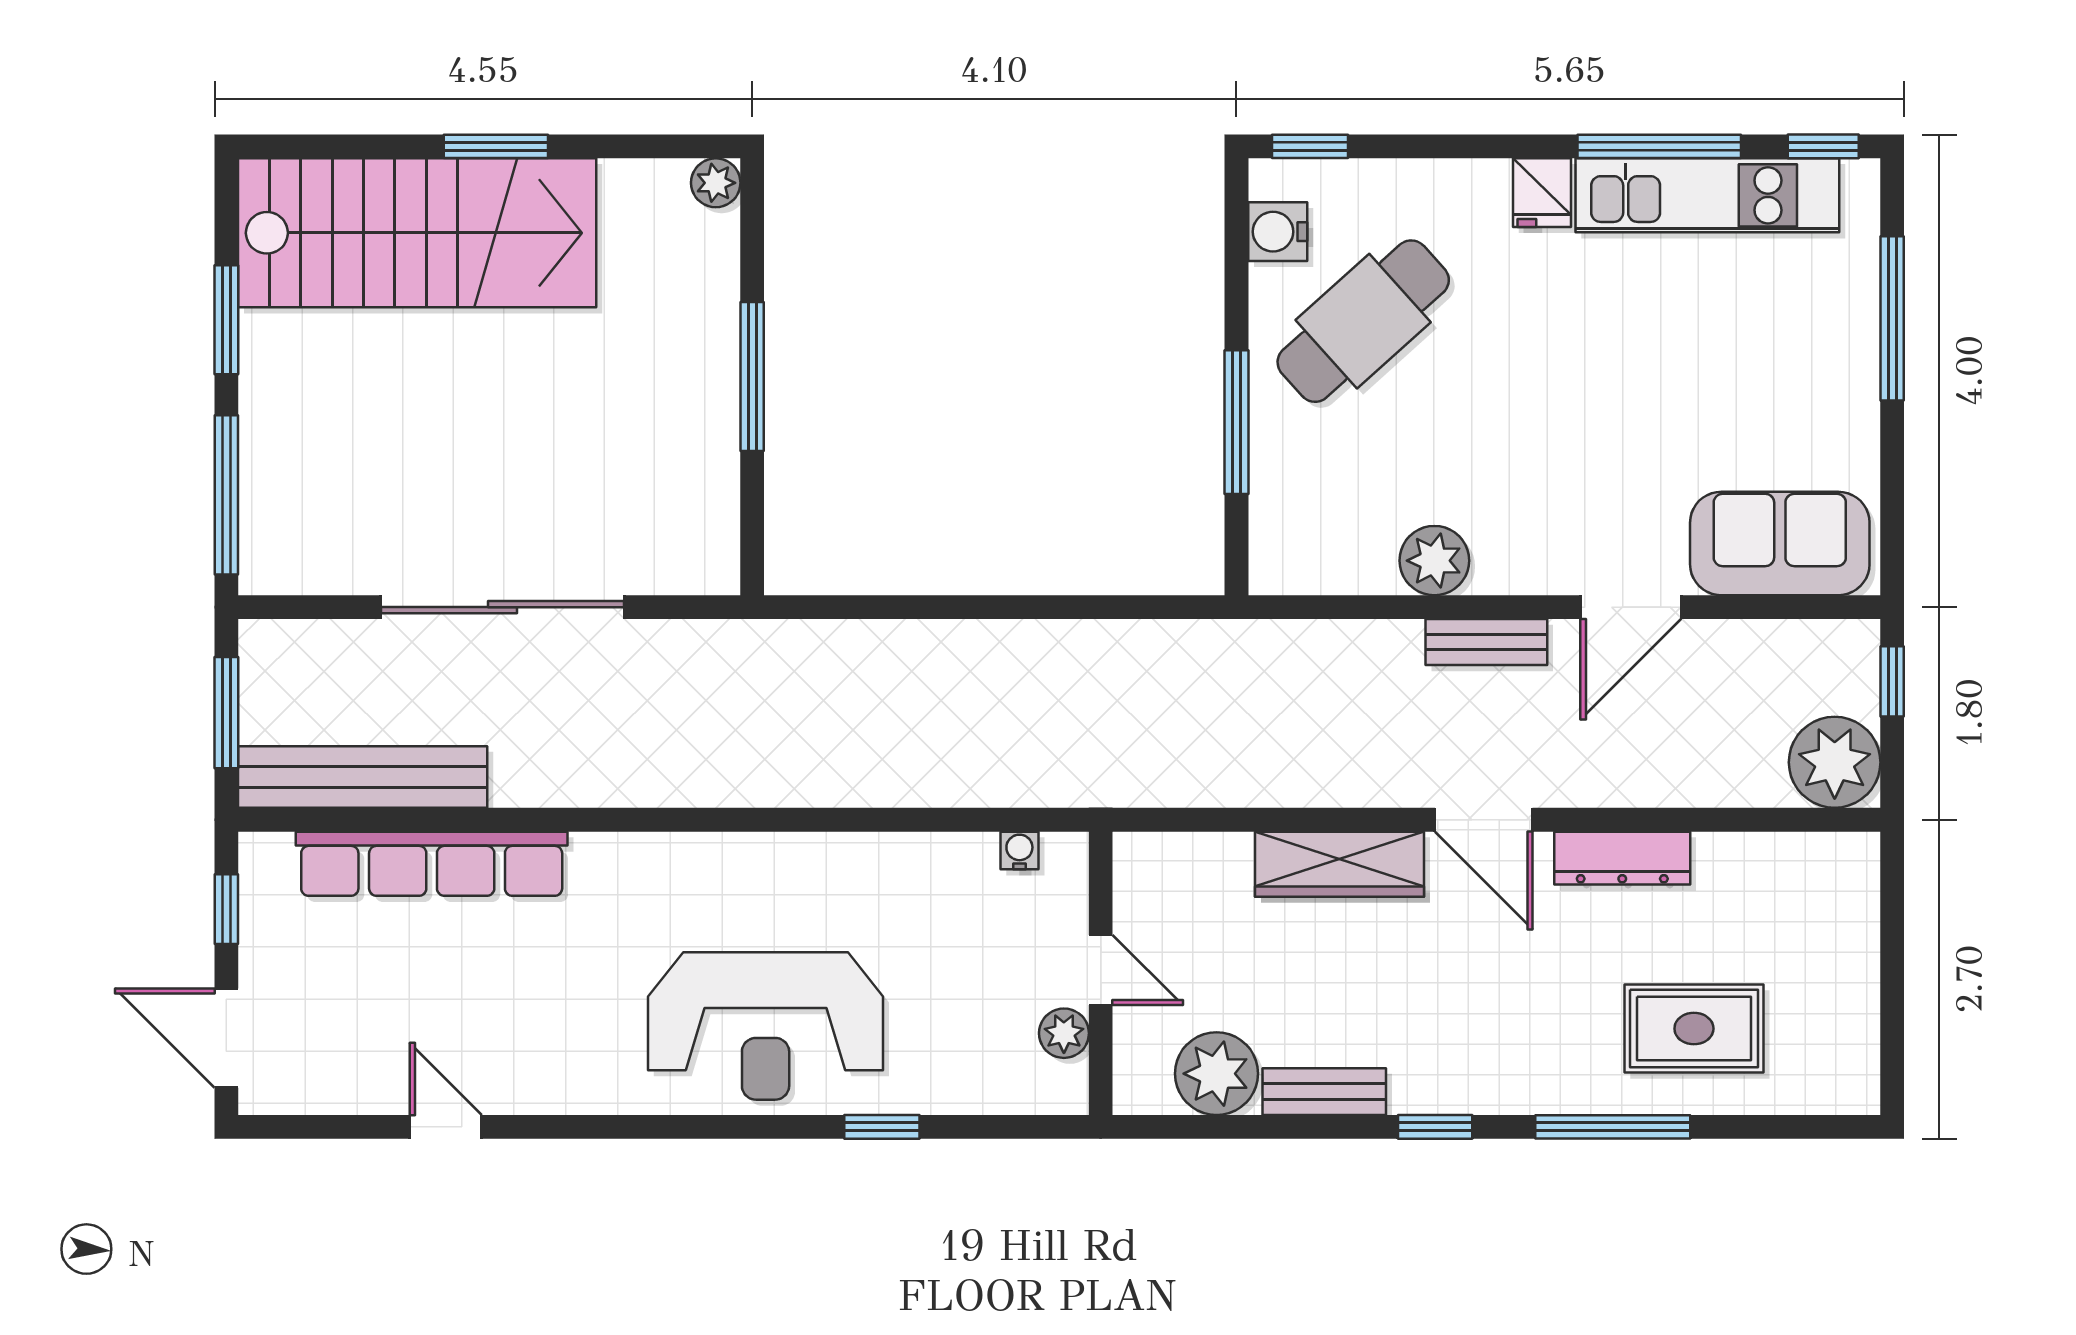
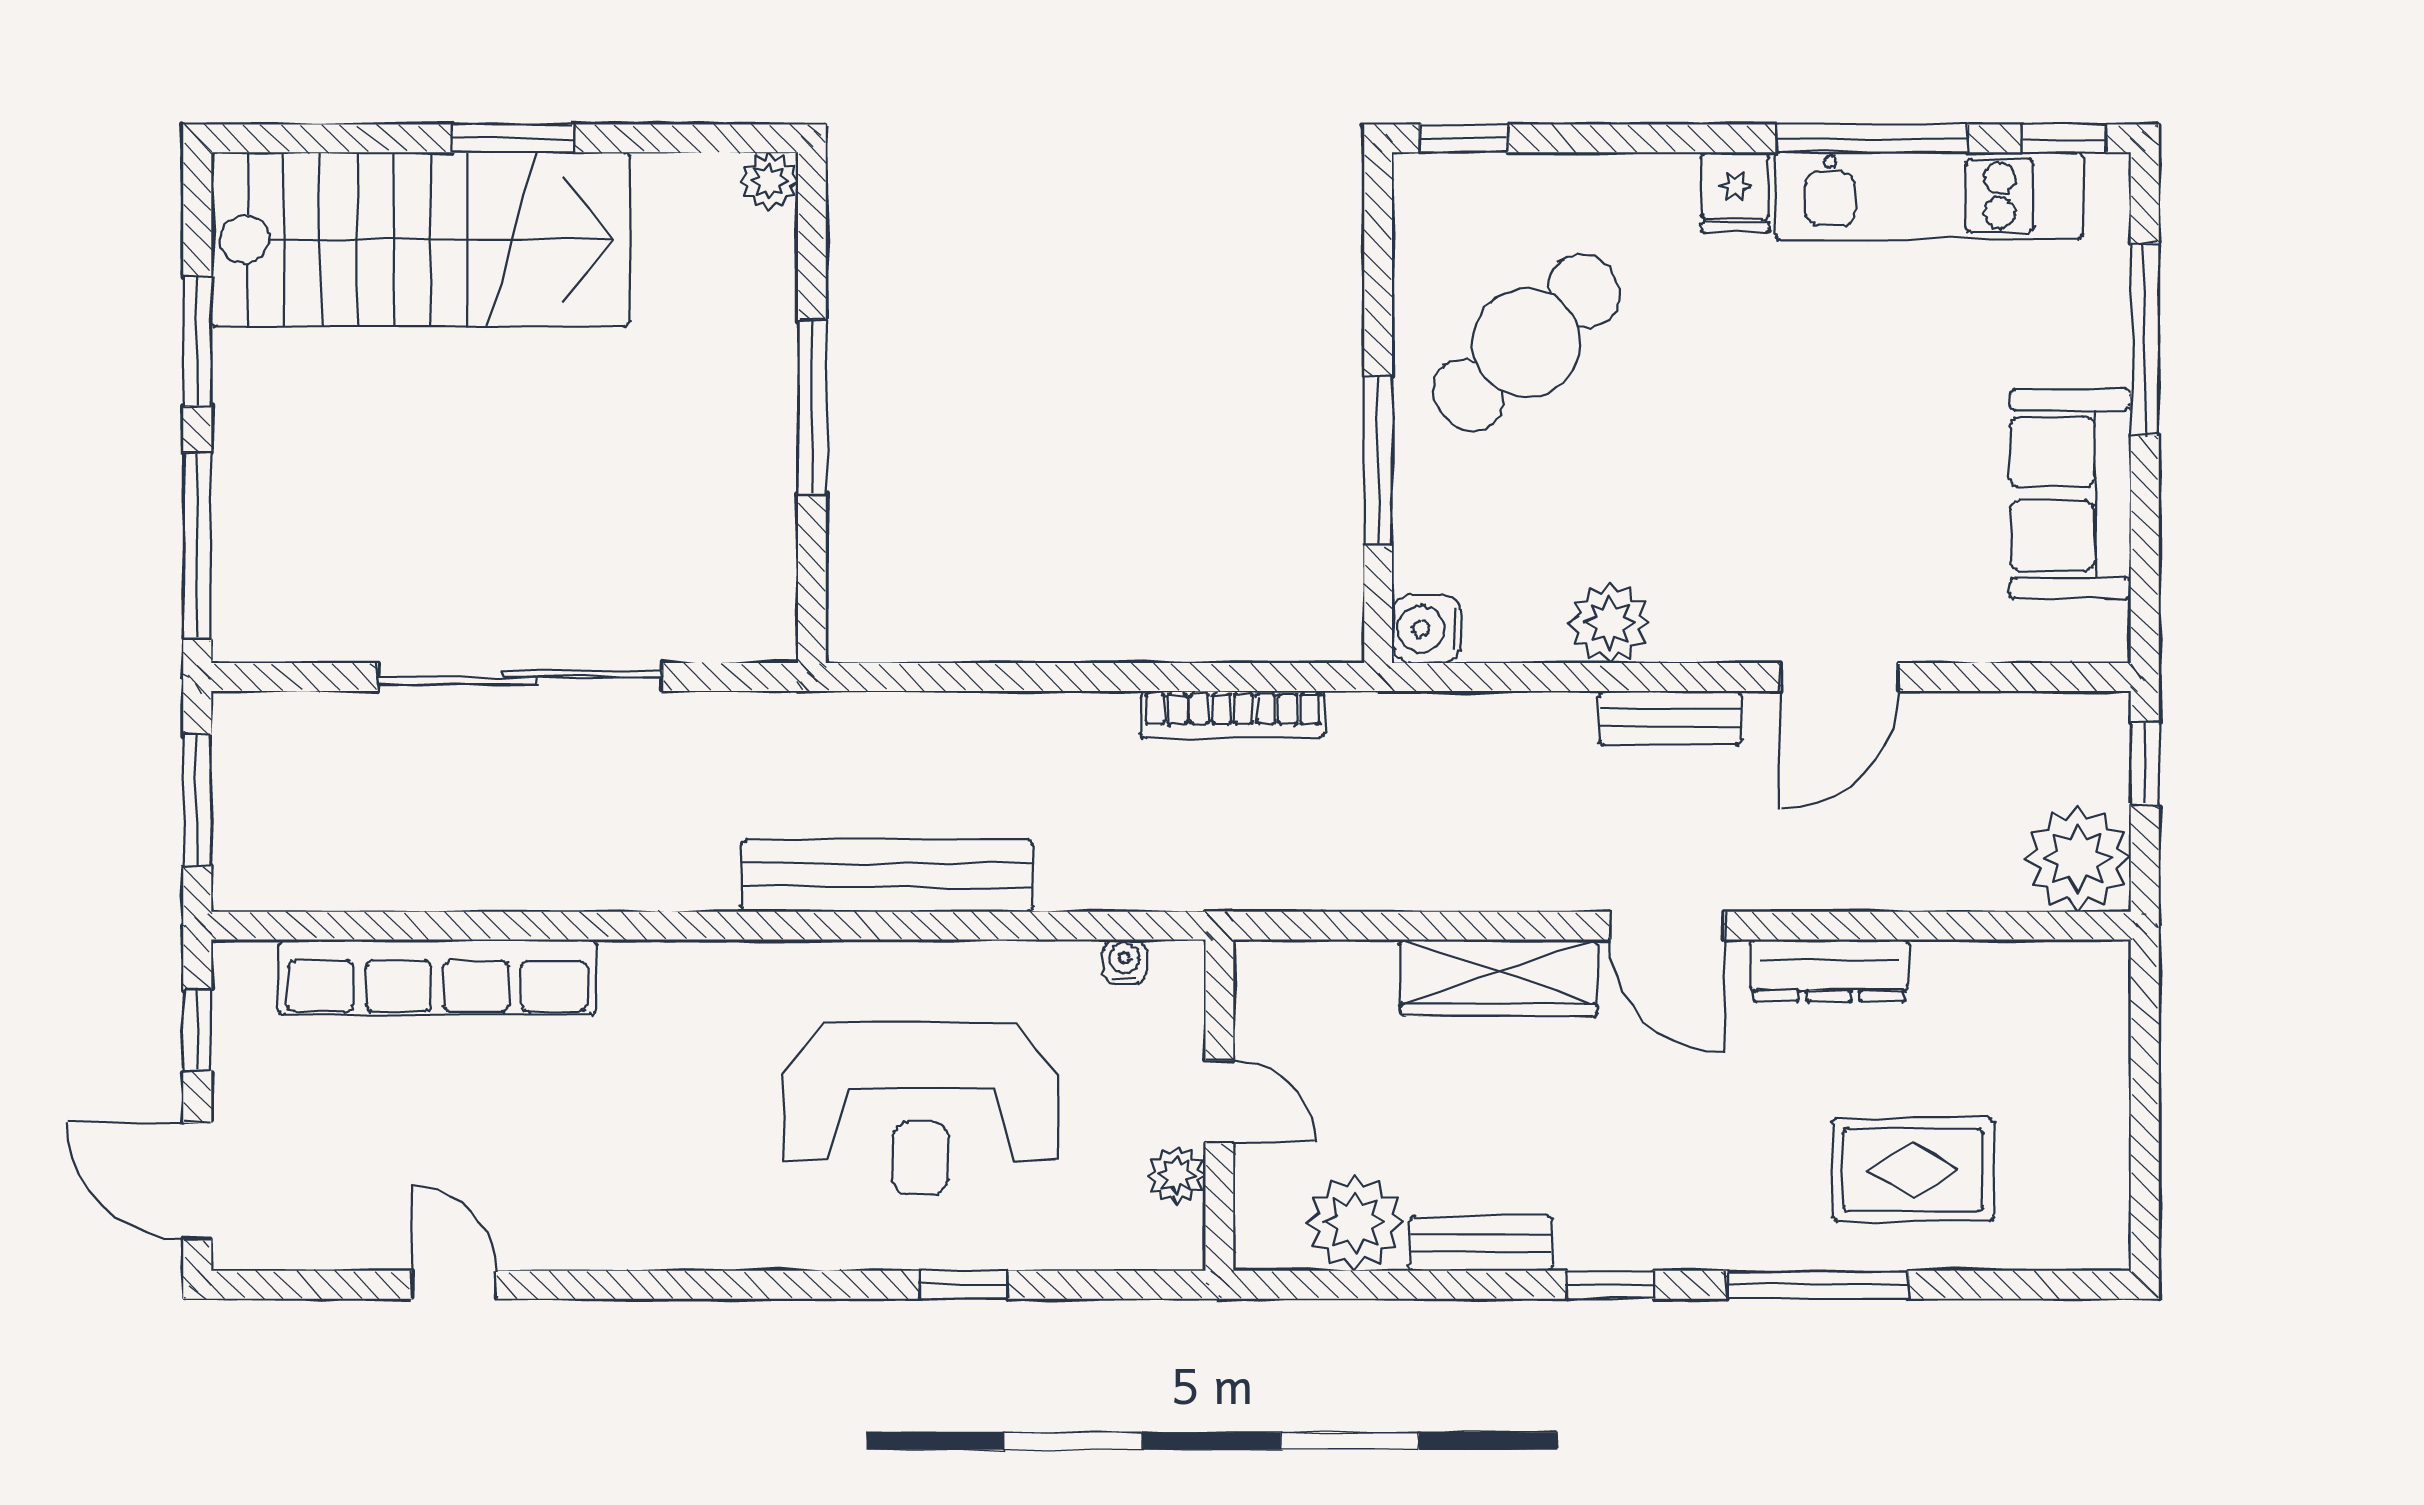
water cooler: (1278, 232) -> (1426, 629), moved
sofa: (1780, 543) -> (2070, 494), moved, turned -90
bookcase: (1112, 639) -> (1233, 714), added
bench: (363, 777) -> (887, 876), moved
reception desk: (766, 1026) -> (920, 1108), moved

